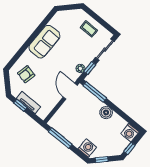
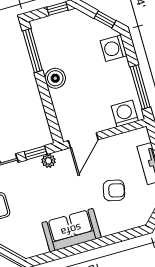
armchair: (26, 74) -> (114, 190), moved
window: (95, 92) -> (33, 51), moved
washing machine: (130, 133) -> (125, 114), moved, turned -90

